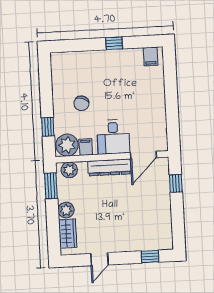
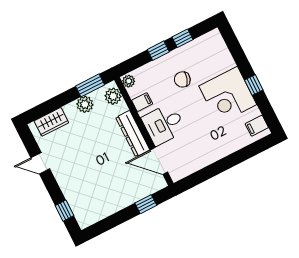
corner desk: (113, 70) -> (228, 95), added
window: (46, 87) -> (183, 38), added
window: (48, 127) -> (158, 51), moved
plant: (67, 145) -> (129, 81), width x0.53, depth x0.53
plant: (66, 210) -> (85, 104), moved

